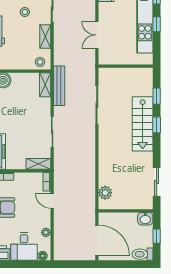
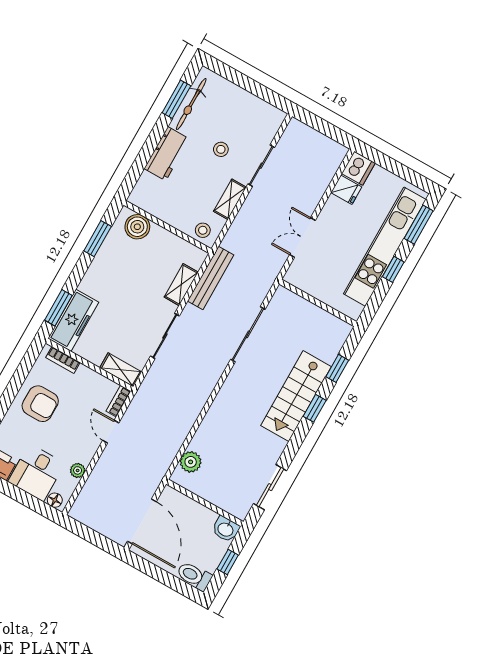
shelving: (45, 85) -> (181, 285), moved

